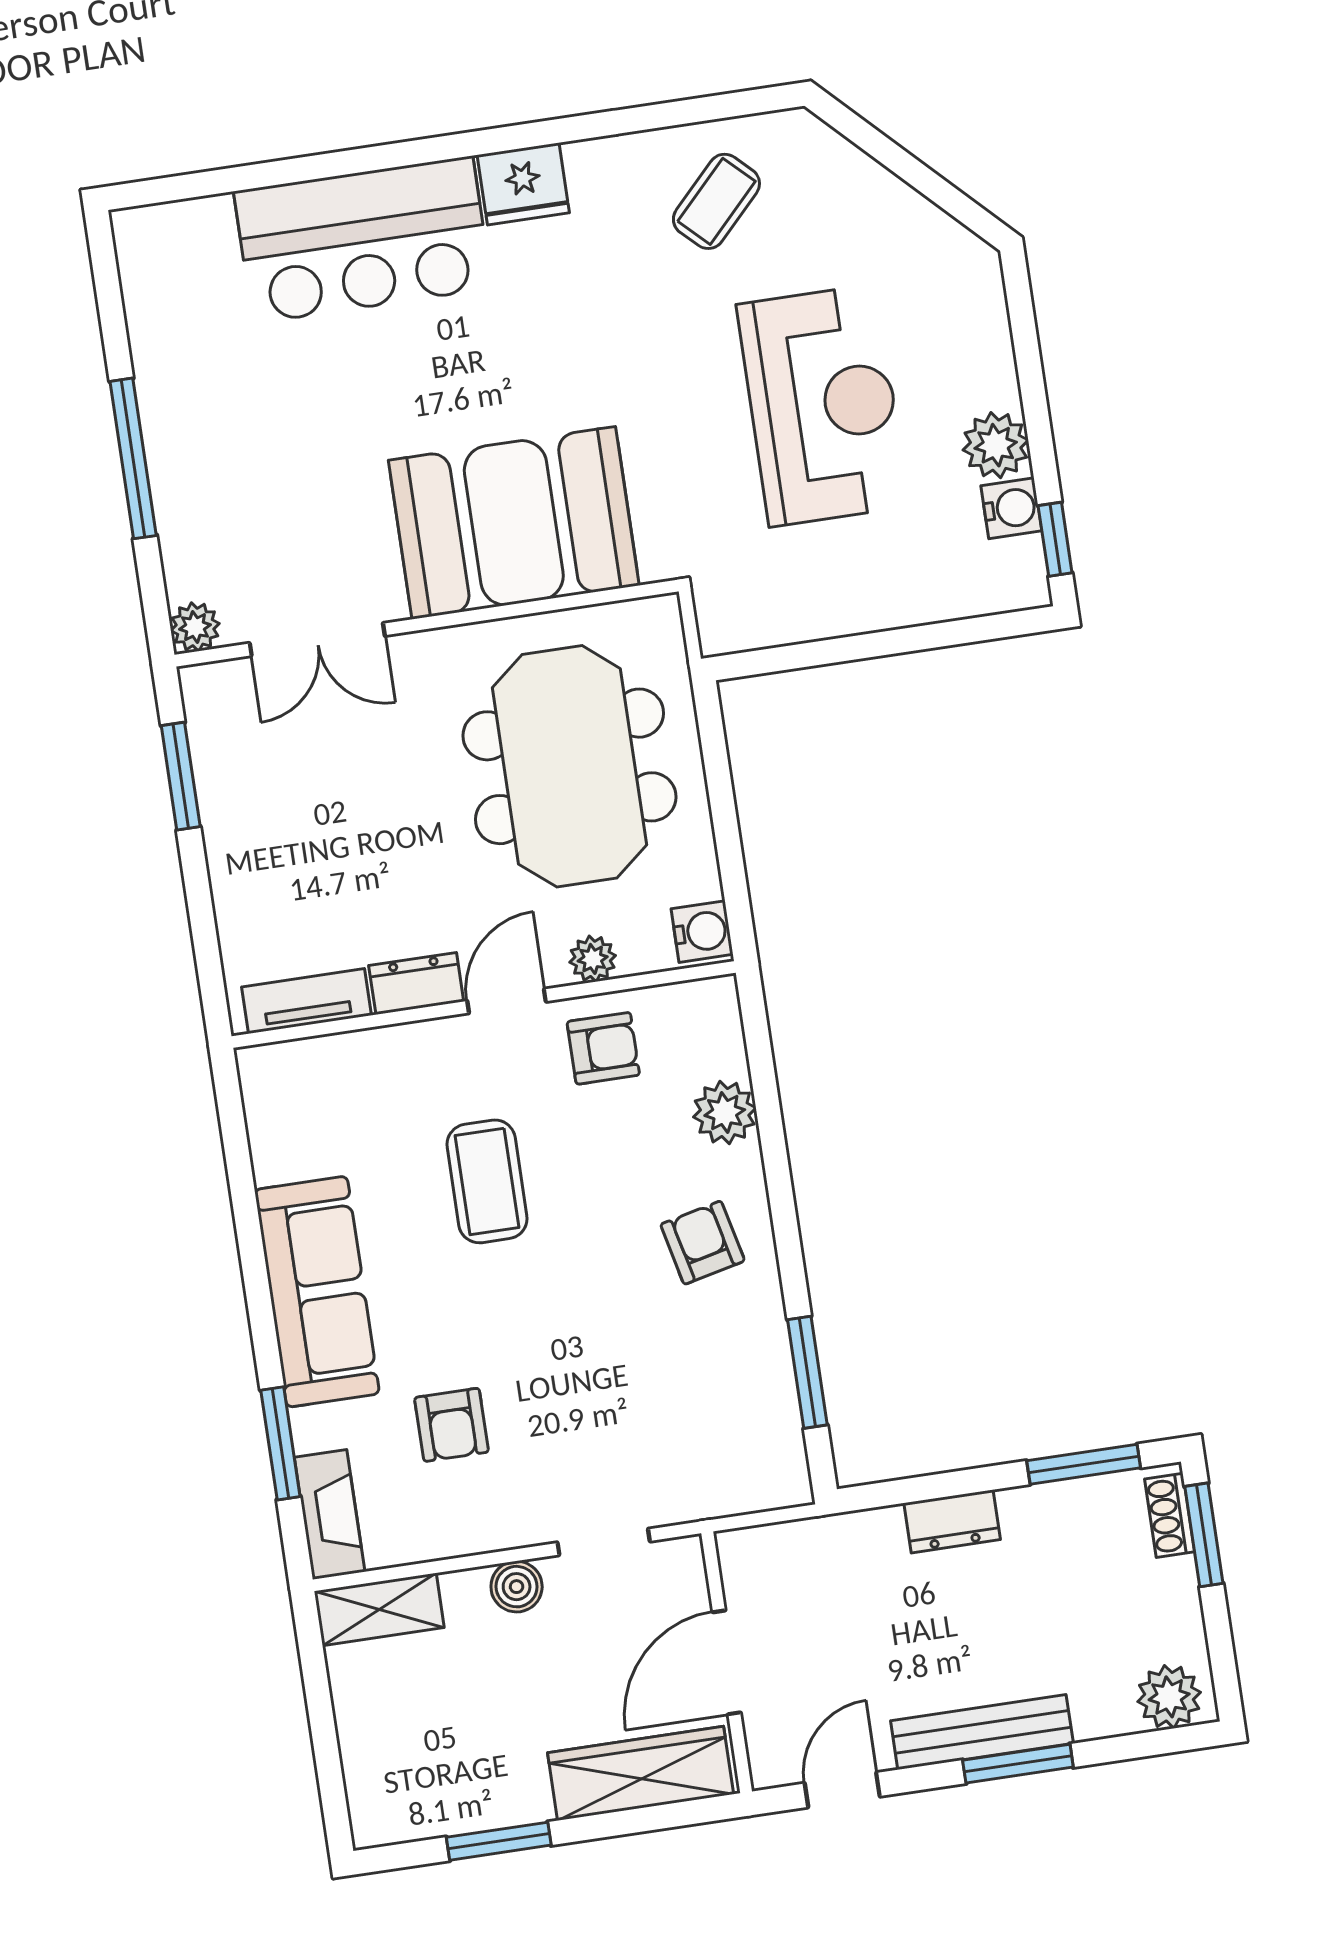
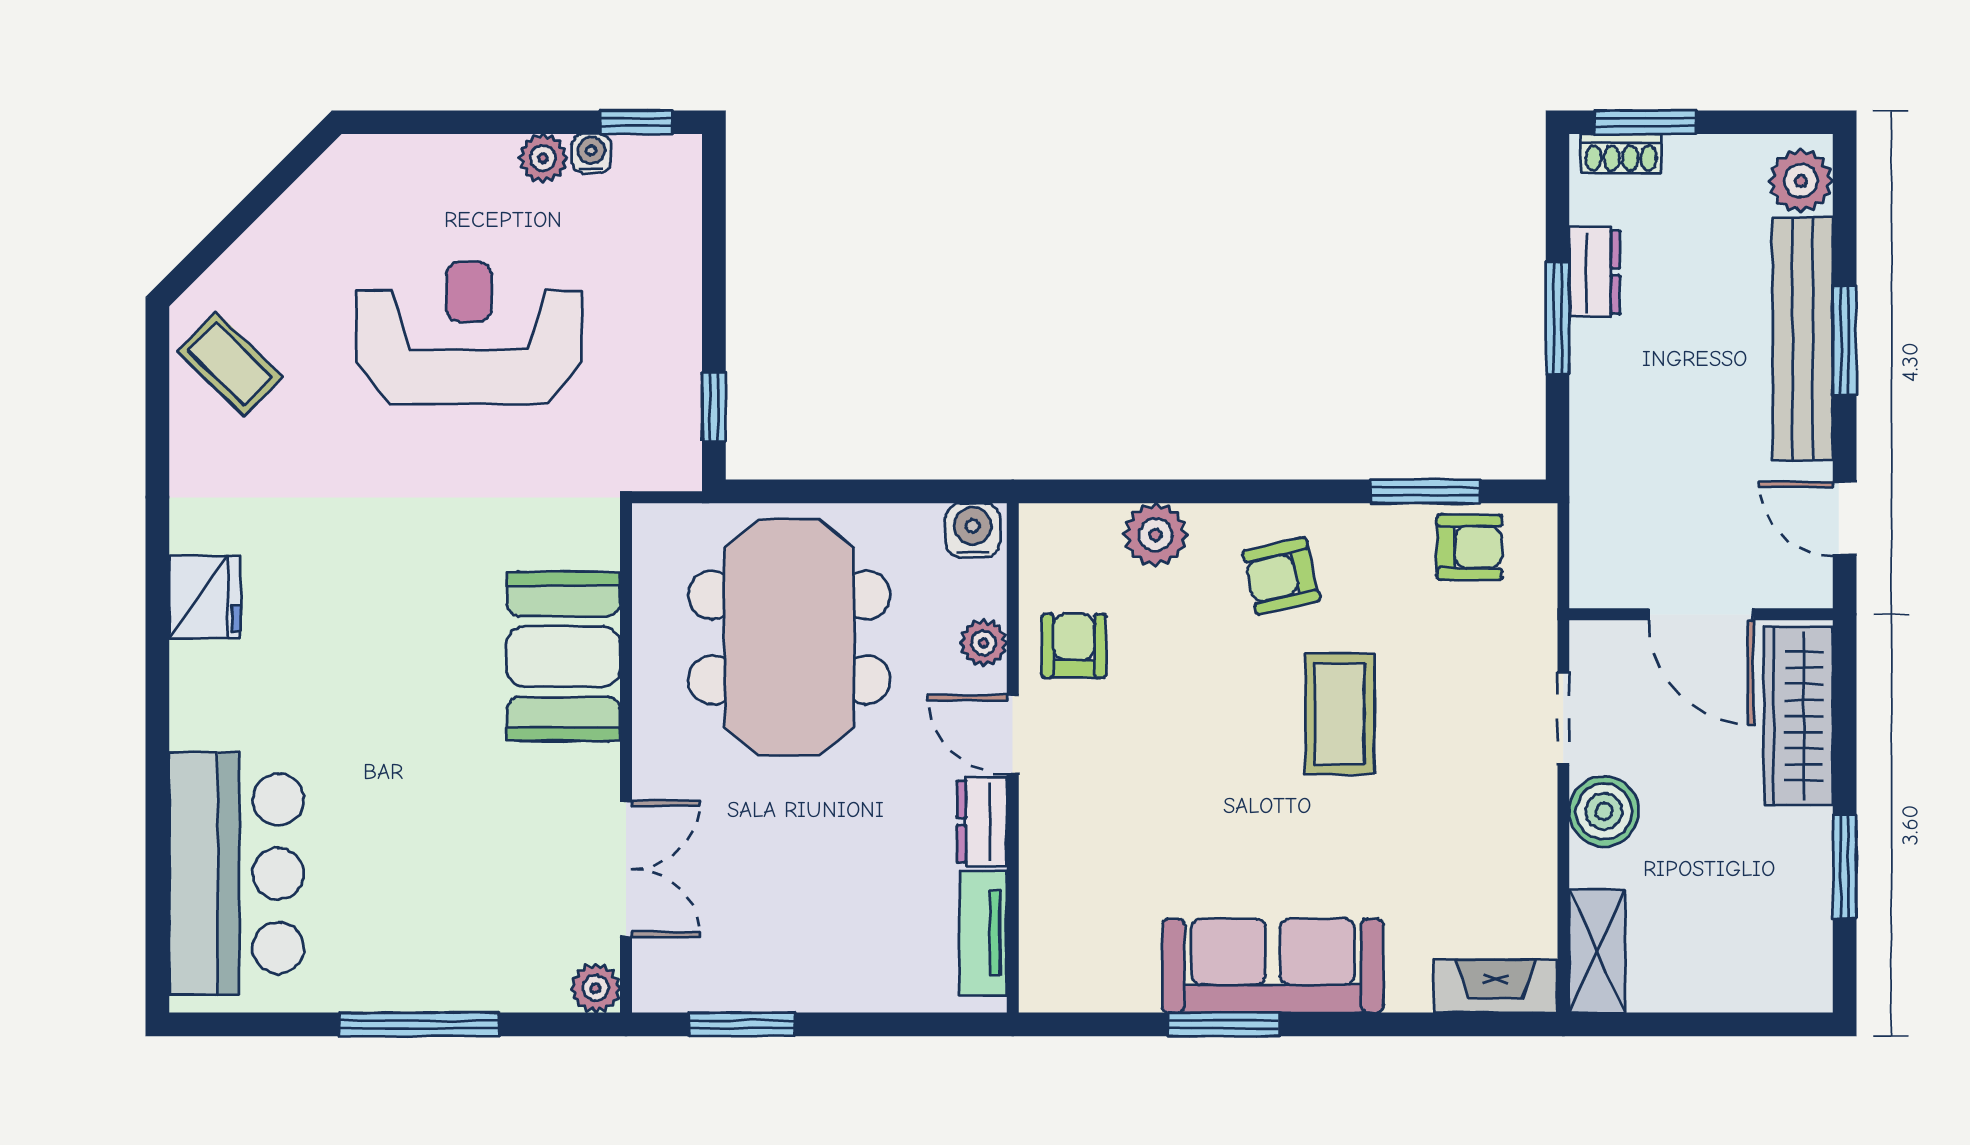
coffee table: (716, 201) -> (230, 364), moved
bar counter: (363, 240) -> (236, 874), moved
plant: (996, 445) -> (543, 158), width x0.73, depth x0.73
water cooler: (1011, 508) -> (591, 153), width x0.72, depth x0.72
booth: (514, 523) -> (564, 656), width x0.73, depth x0.70
window: (785, 658) -> (714, 407), added
meeting table: (569, 766) -> (789, 637), turned 90
coffee table: (487, 1181) -> (1340, 714), moved, turned 90
armchair: (451, 1425) -> (1469, 547), moved
window: (280, 1443) -> (1223, 1024), moved
window: (1084, 1464) -> (1558, 318), moved
dresser: (952, 1521) -> (1595, 272), moved
boiler: (517, 1587) -> (1604, 811), width x1.36, depth x1.36
bench: (982, 1732) -> (1803, 339), width x1.37, depth x1.21

